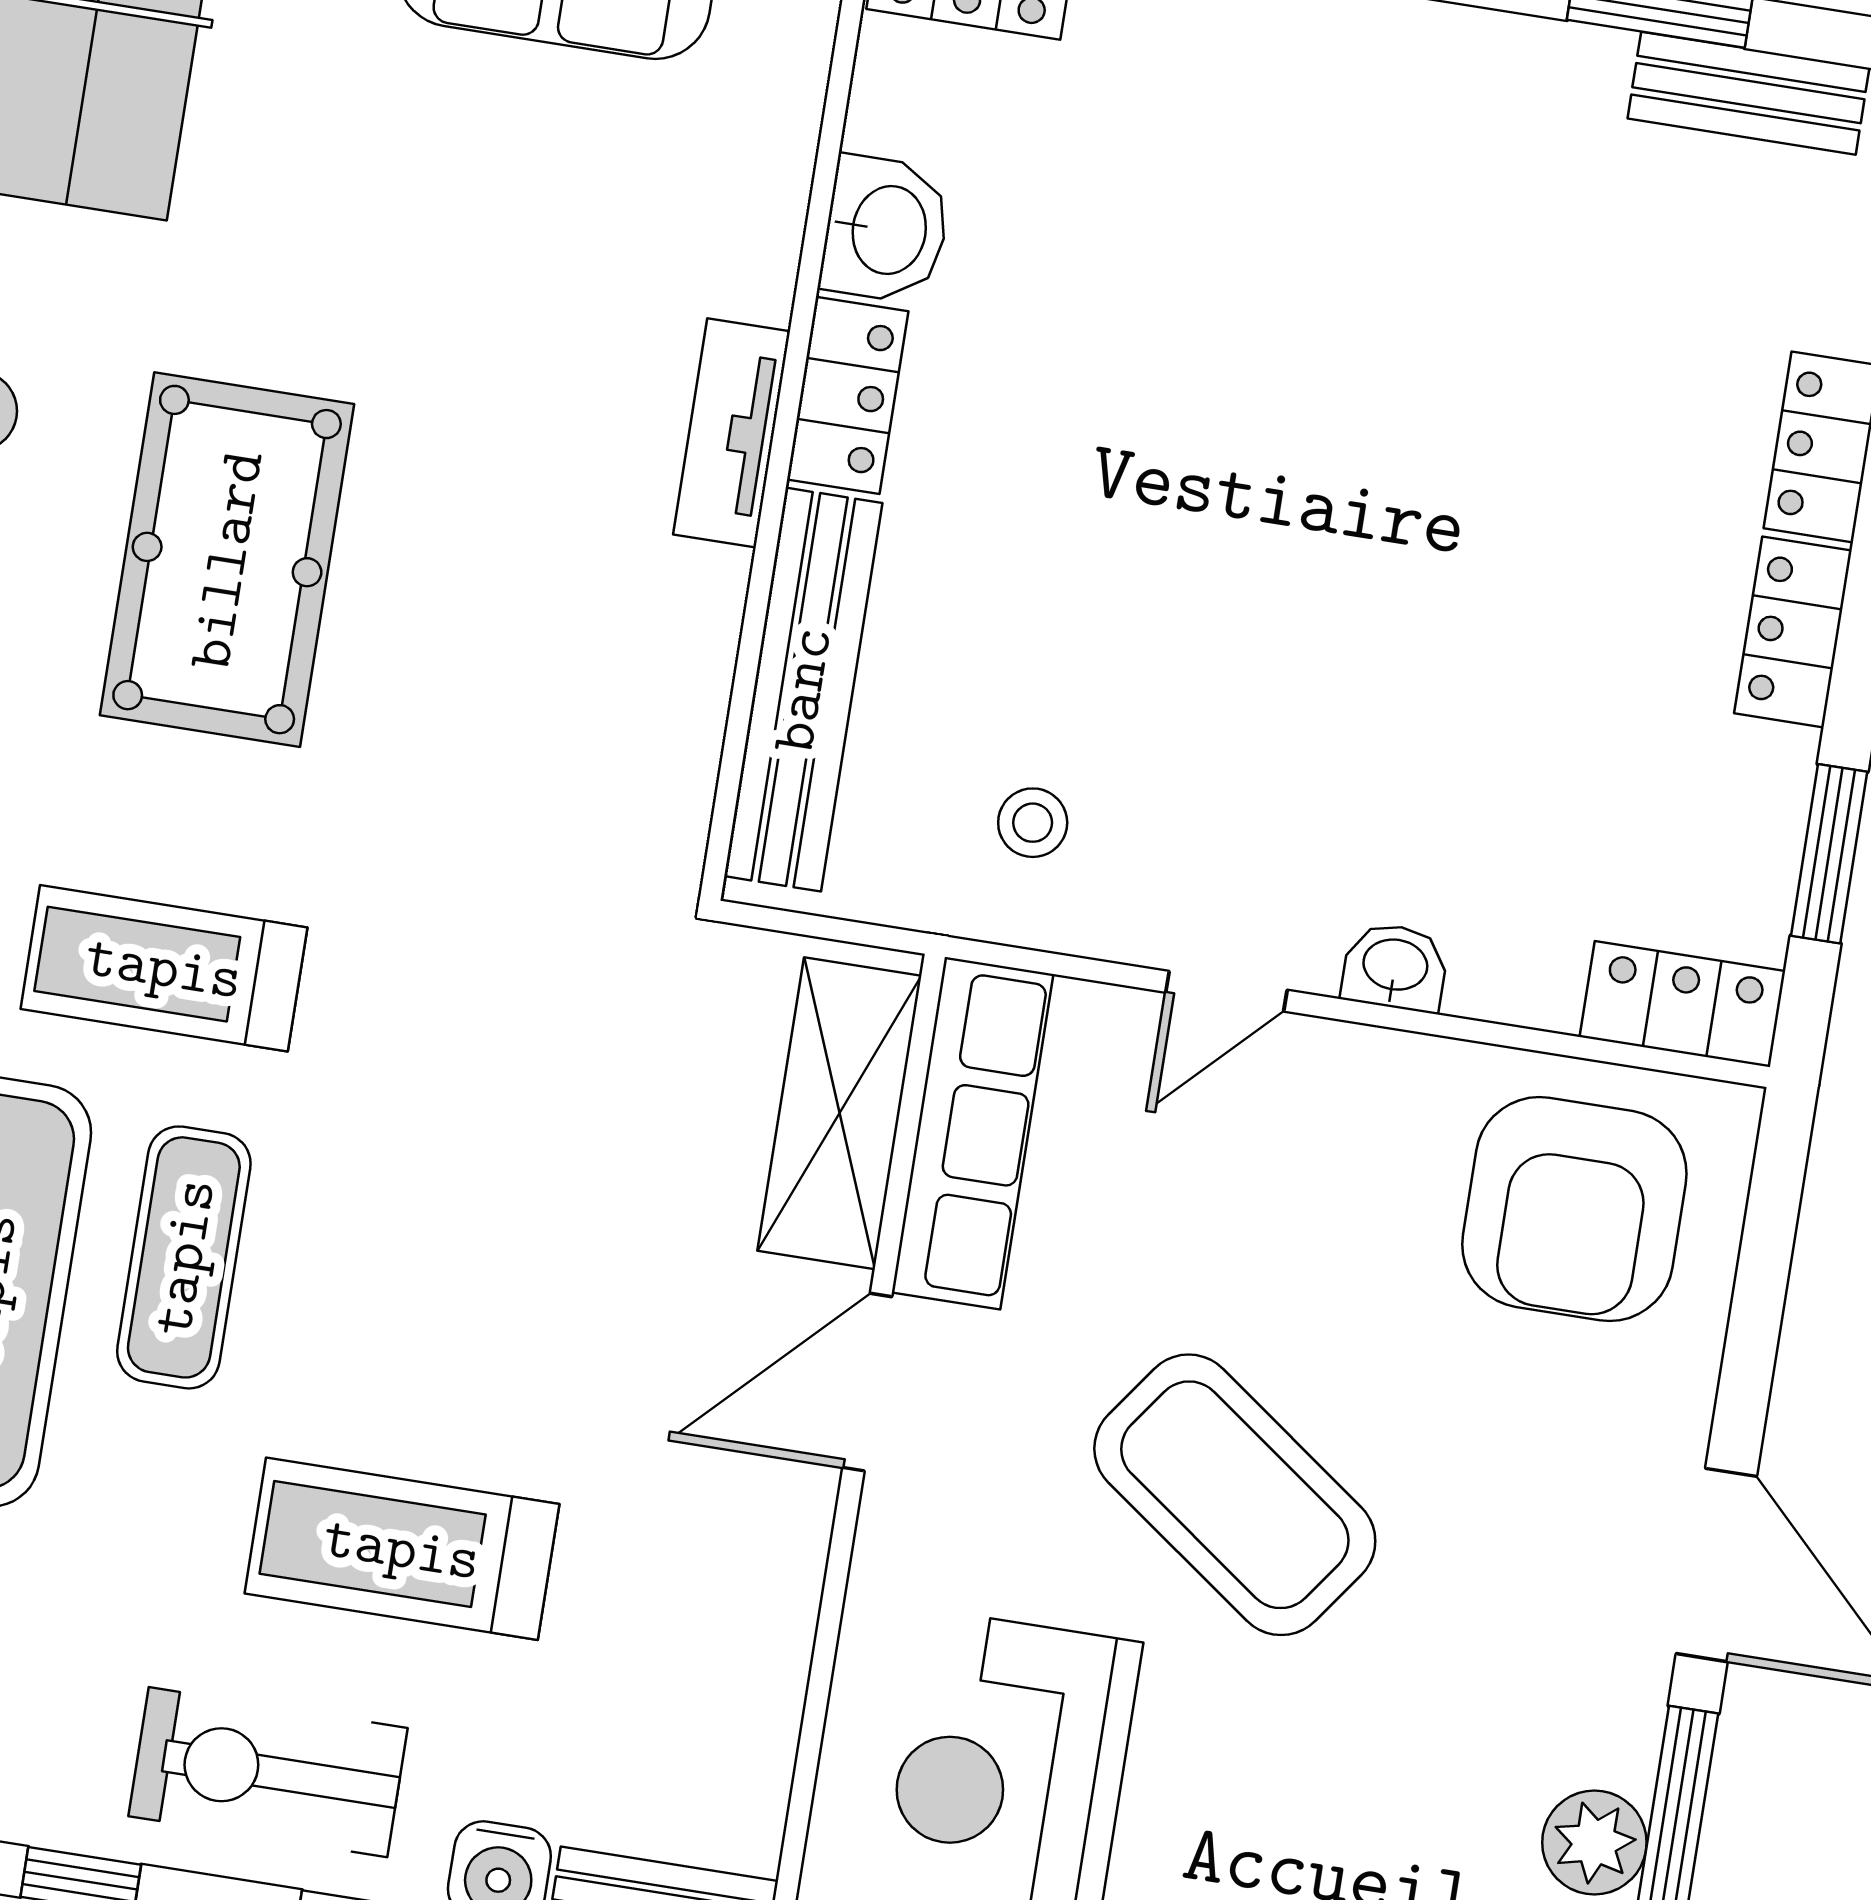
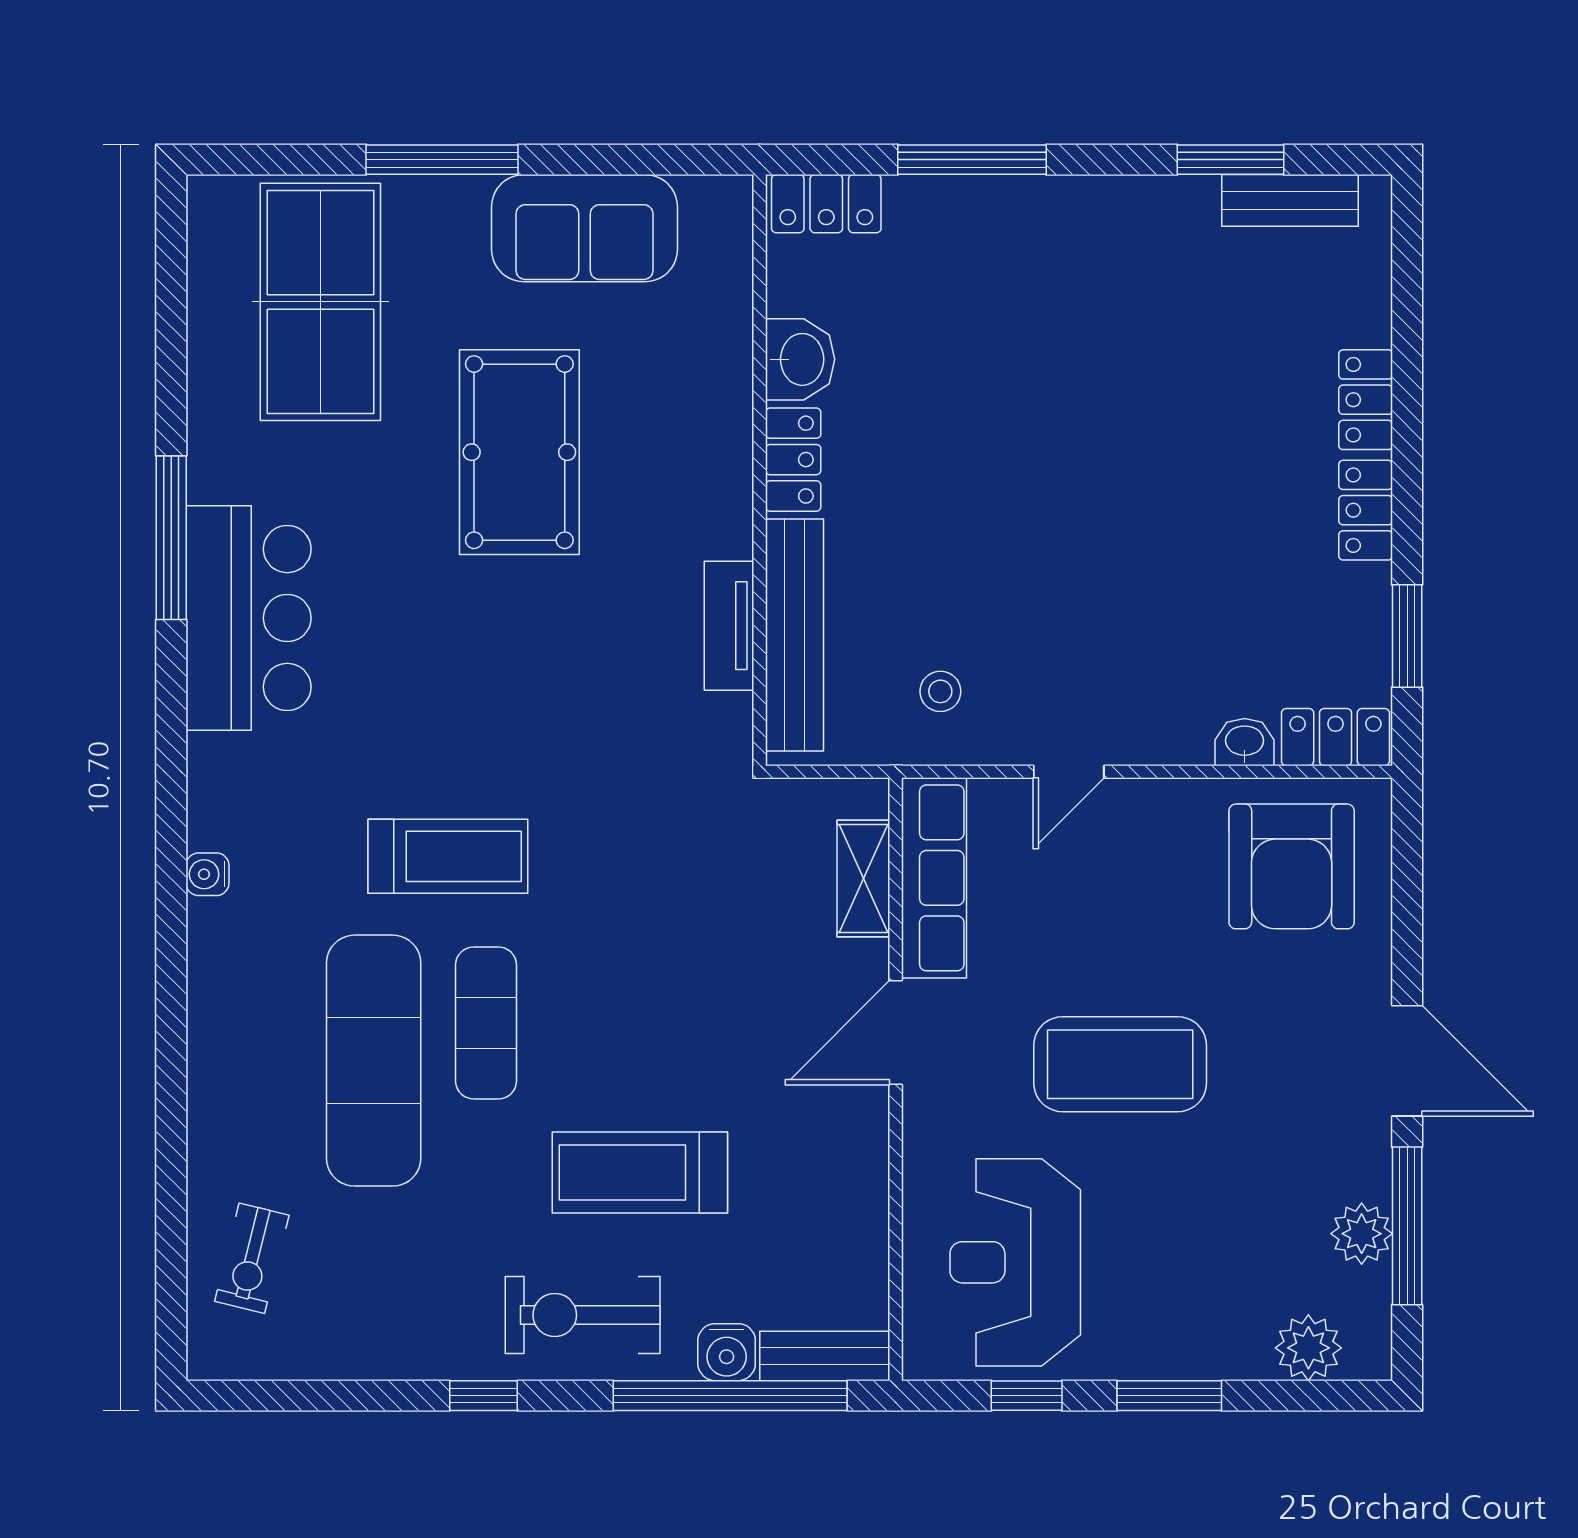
tv unit: (732, 433) -> (729, 626), moved
pool table: (227, 560) -> (519, 452), moved
washbasin: (1395, 967) -> (1245, 742), moved
treadmill: (164, 968) -> (448, 856), turned 180
shelving: (839, 1113) -> (863, 879), width x0.67, depth x0.75
coffee table: (1235, 1495) -> (1120, 1064), turned -36

